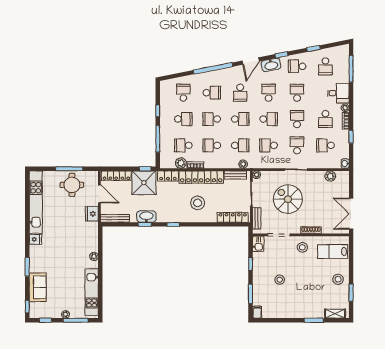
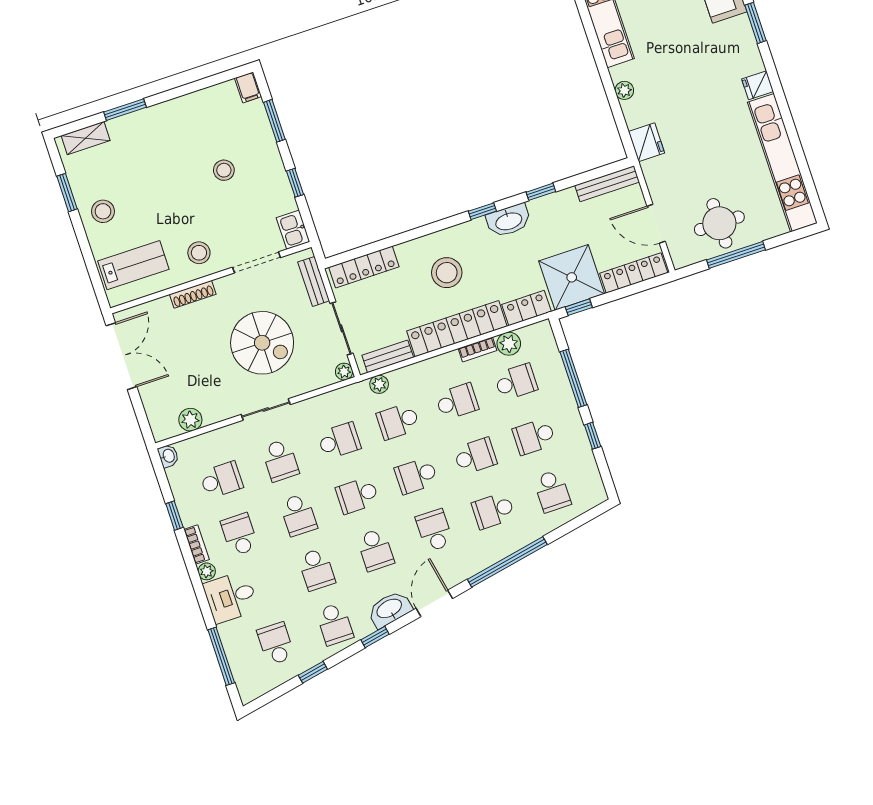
school desk: (297, 66) -> (335, 624), turned 90
fridge: (92, 214) -> (646, 142), moved
washbasin: (146, 217) -> (509, 221), moved

